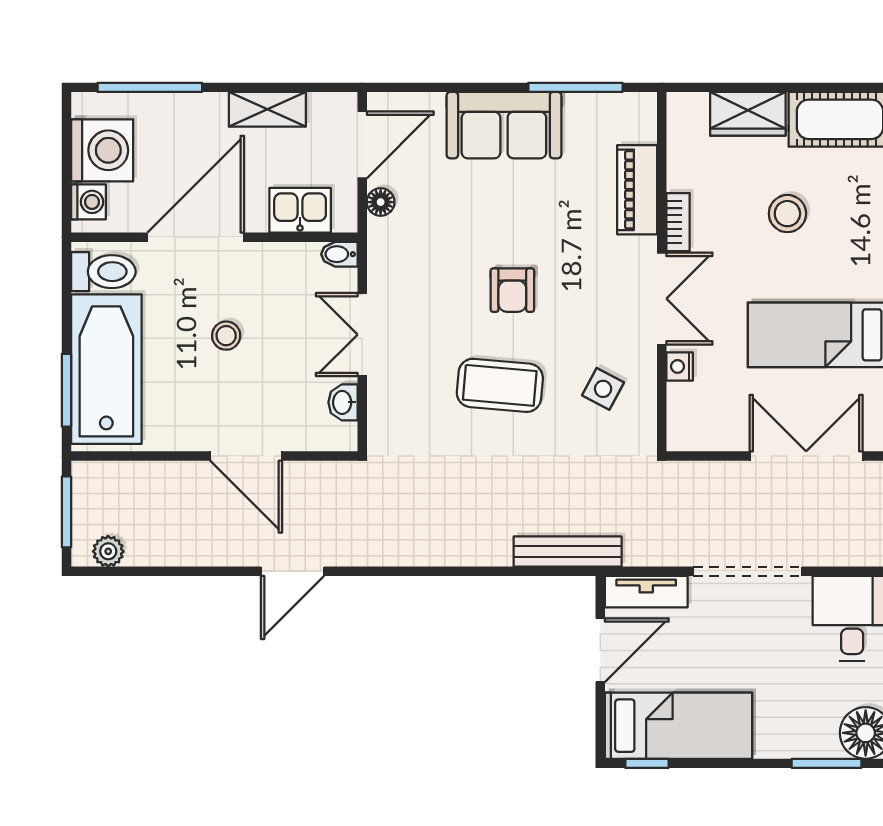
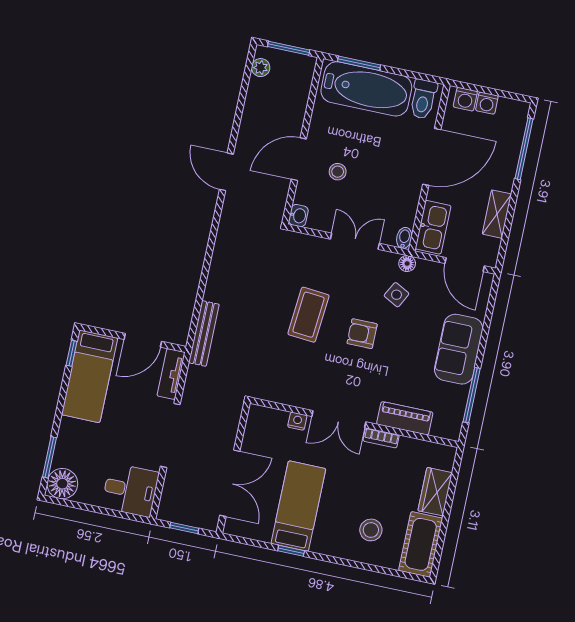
washing machine: (102, 150) -> (487, 103), width x0.53, depth x0.53
floor lamp: (381, 202) -> (407, 264), moved
kitchen sink: (300, 210) -> (433, 227), width x1.38
stool: (787, 214) -> (371, 530), moved
door: (196, 237) -> (432, 157), hinge flipped
stool: (226, 336) -> (338, 172), moved
side table: (603, 389) -> (397, 295), moved
washbasin: (343, 402) -> (298, 216), moved, turned 90
door: (600, 650) -> (143, 340), hinge flipped

